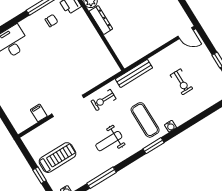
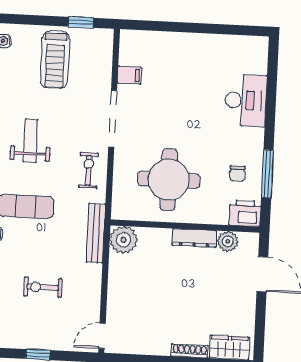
round table: (79, 54) -> (169, 180), added
plant: (127, 57) -> (123, 240), added
window: (40, 175) -> (81, 22), moved

